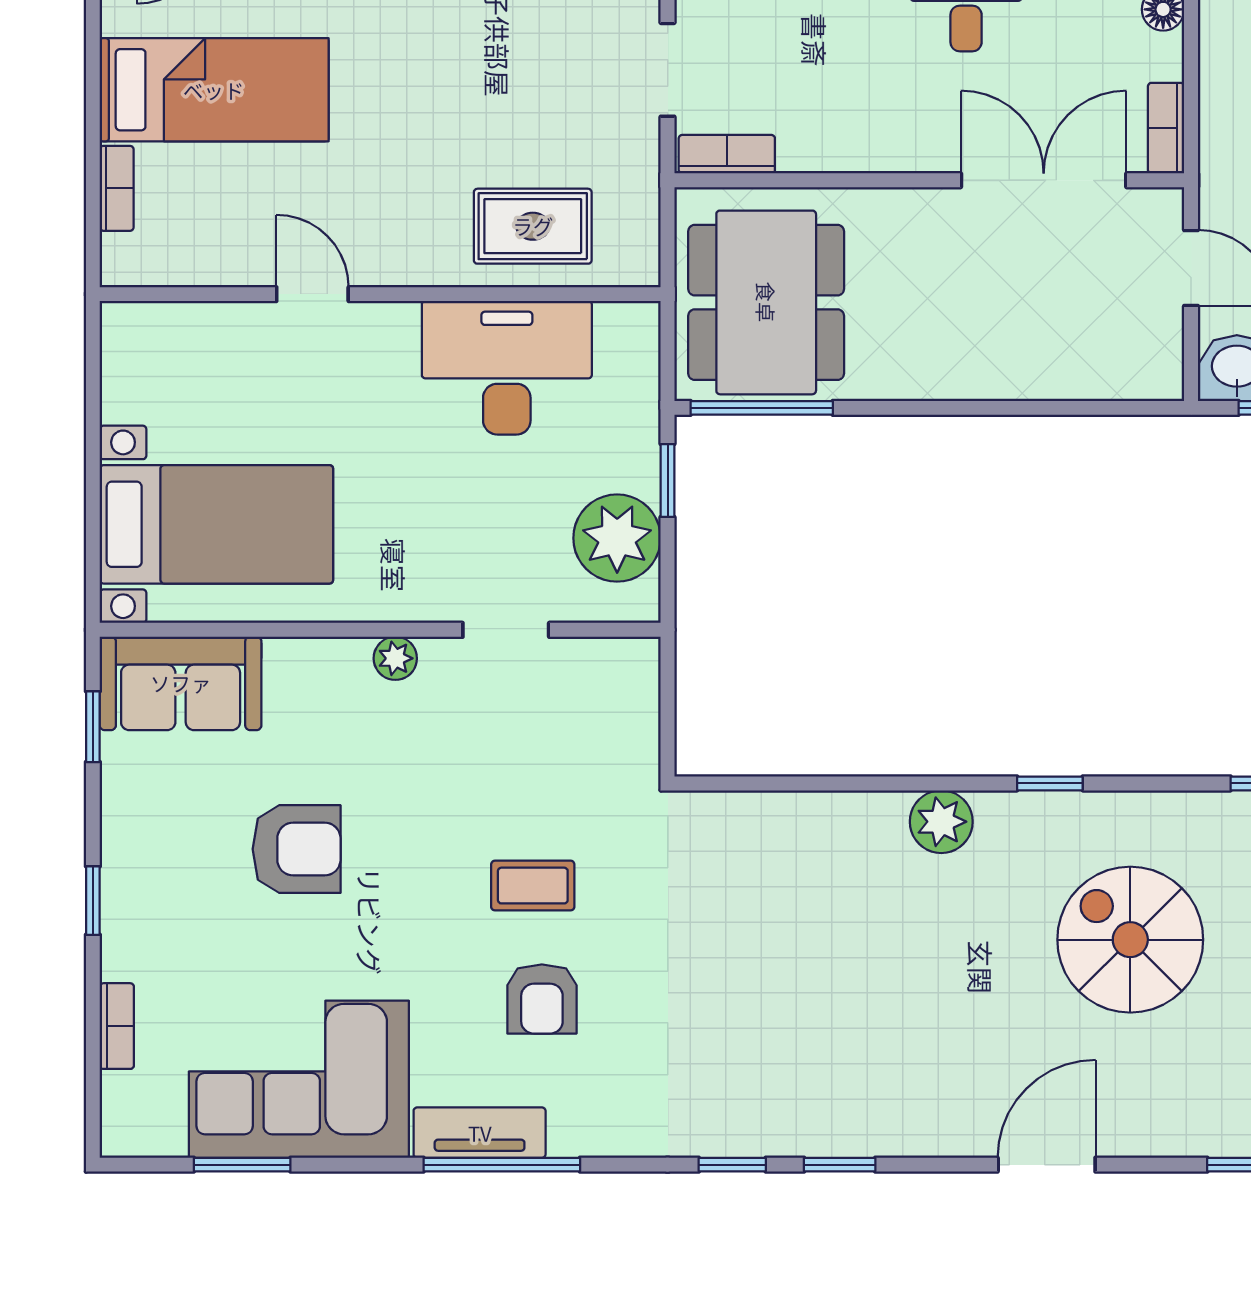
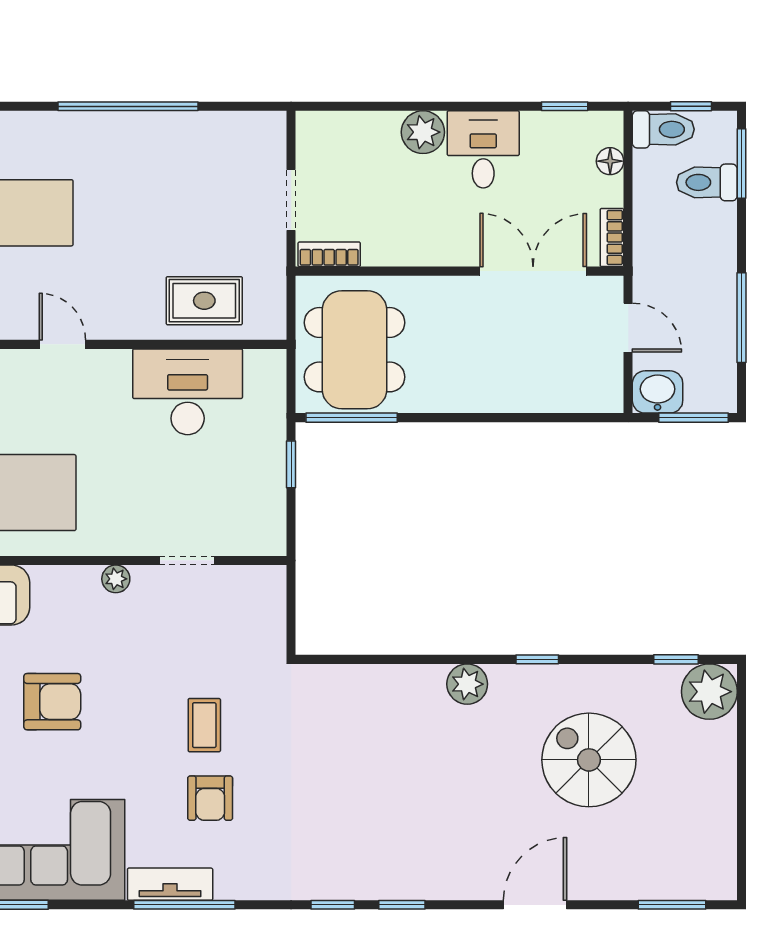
plant: (617, 538) -> (259, 501), removed
coffee table: (533, 886) -> (204, 725), turned 90

